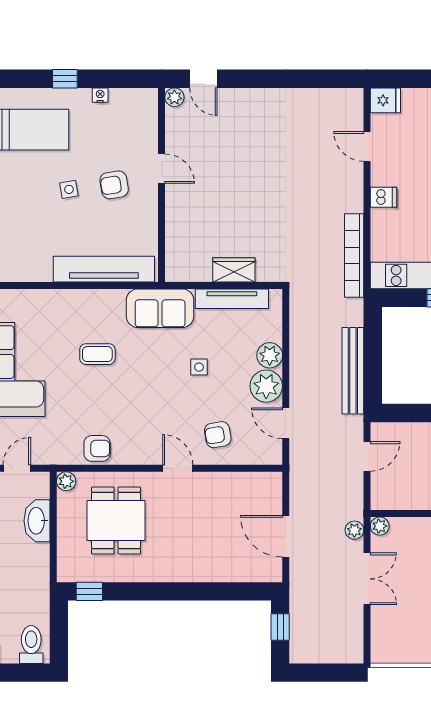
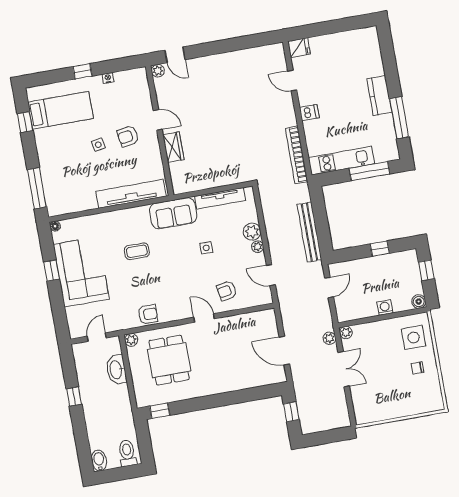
wardrobe: (234, 270) -> (173, 147), moved, turned 90
plant: (266, 386) -> (258, 247), width x0.53, depth x0.53

